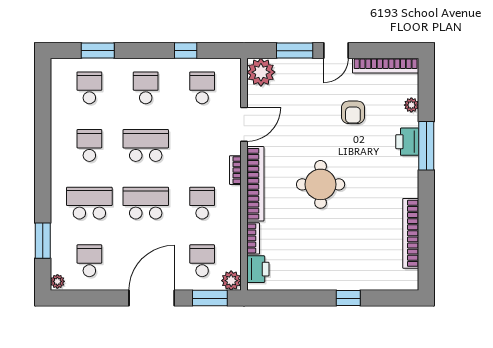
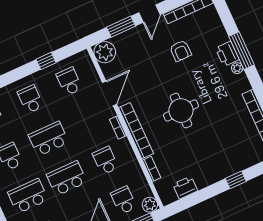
plant: (411, 105) -> (237, 68), moved
printer: (258, 269) -> (185, 188), moved, turned -90

